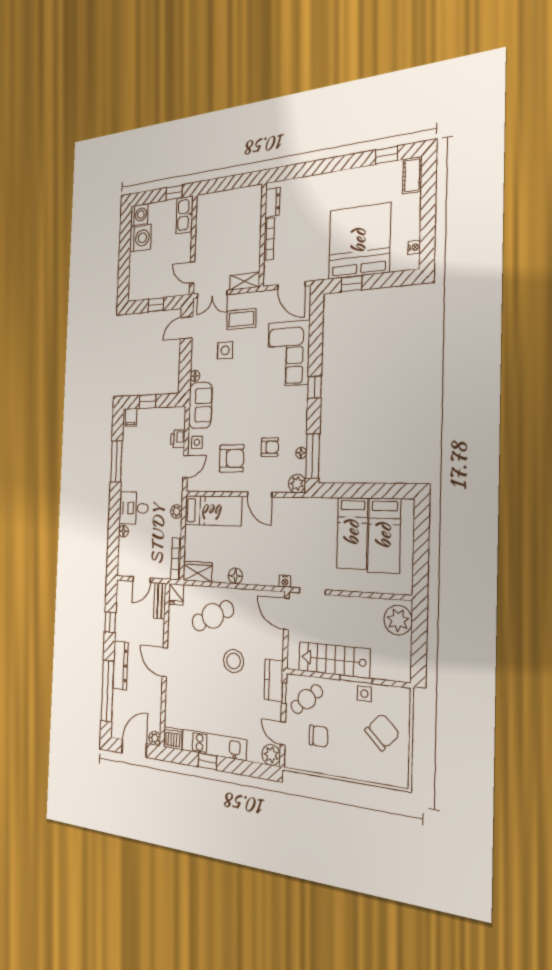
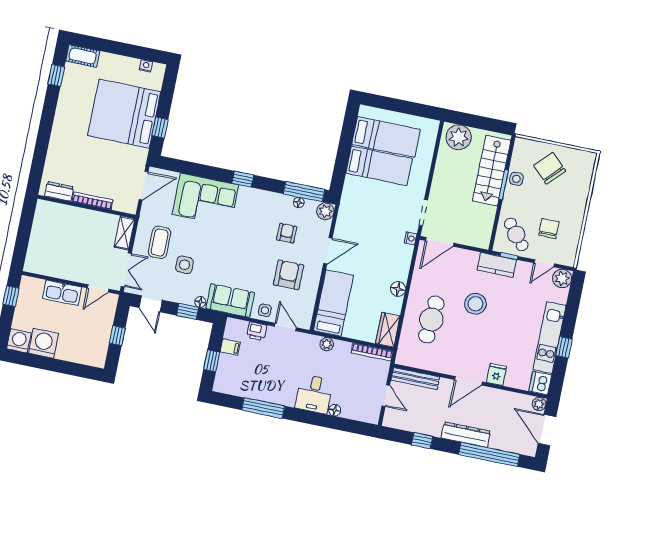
kitchen sink: (185, 215) -> (62, 293), moved
window: (185, 366) -> (188, 311), added
filing cabinet: (131, 417) -> (230, 347), moved
fridge: (176, 594) -> (496, 374), moved, turned -90
bench: (160, 601) -> (415, 379), width x1.36
cafe table: (213, 616) -> (431, 320), turned 30
stairs: (334, 660) -> (492, 171), moved

